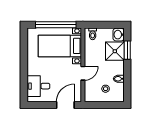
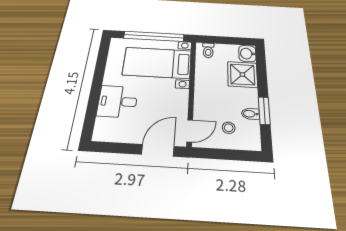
window: (127, 50) -> (264, 111), moved
door: (83, 73) -> (190, 131), moved
desk: (38, 86) -> (118, 101), moved

